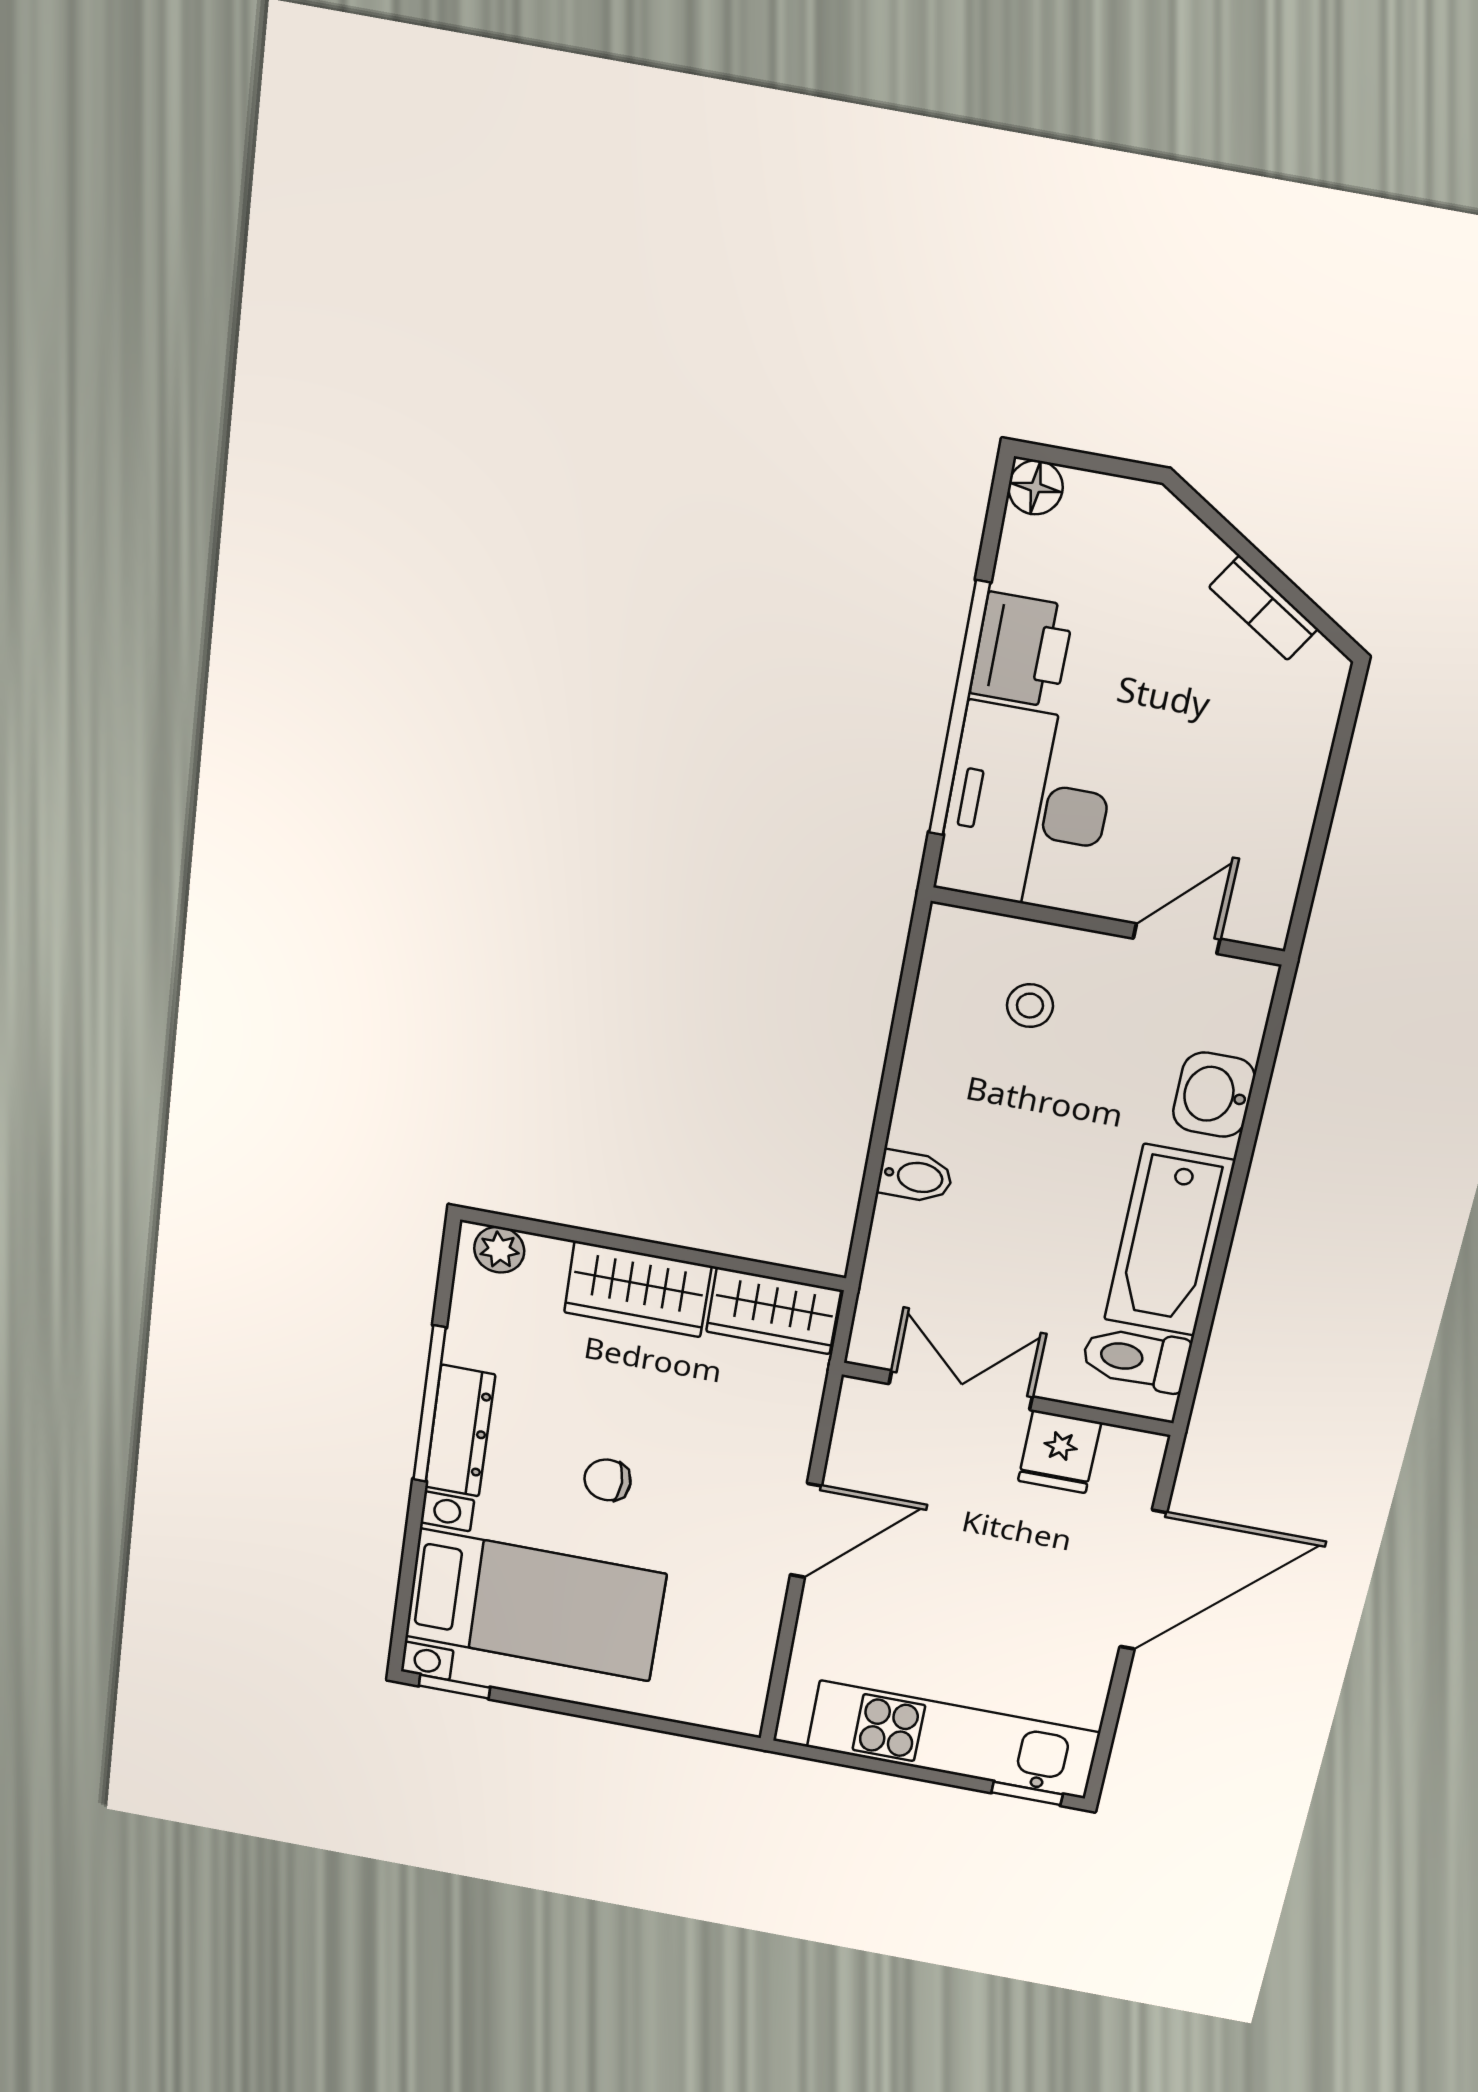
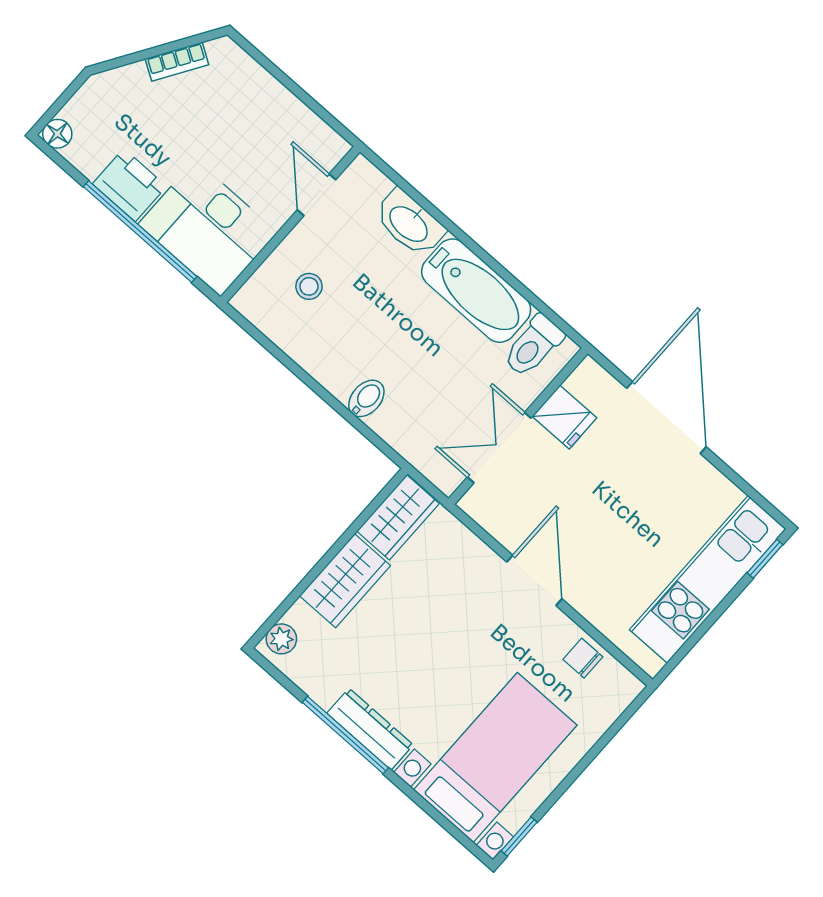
washbasin: (1214, 1095) -> (409, 223), width x1.38
chair: (608, 1480) -> (583, 658), moved, turned 90

